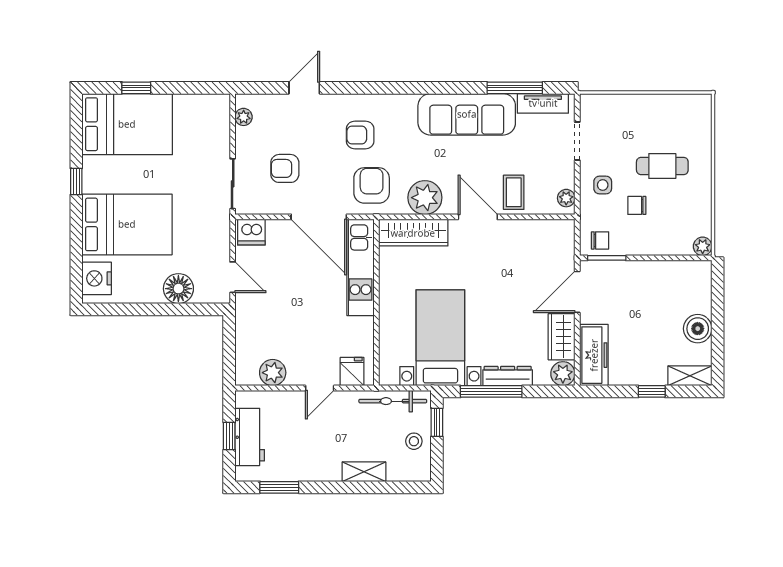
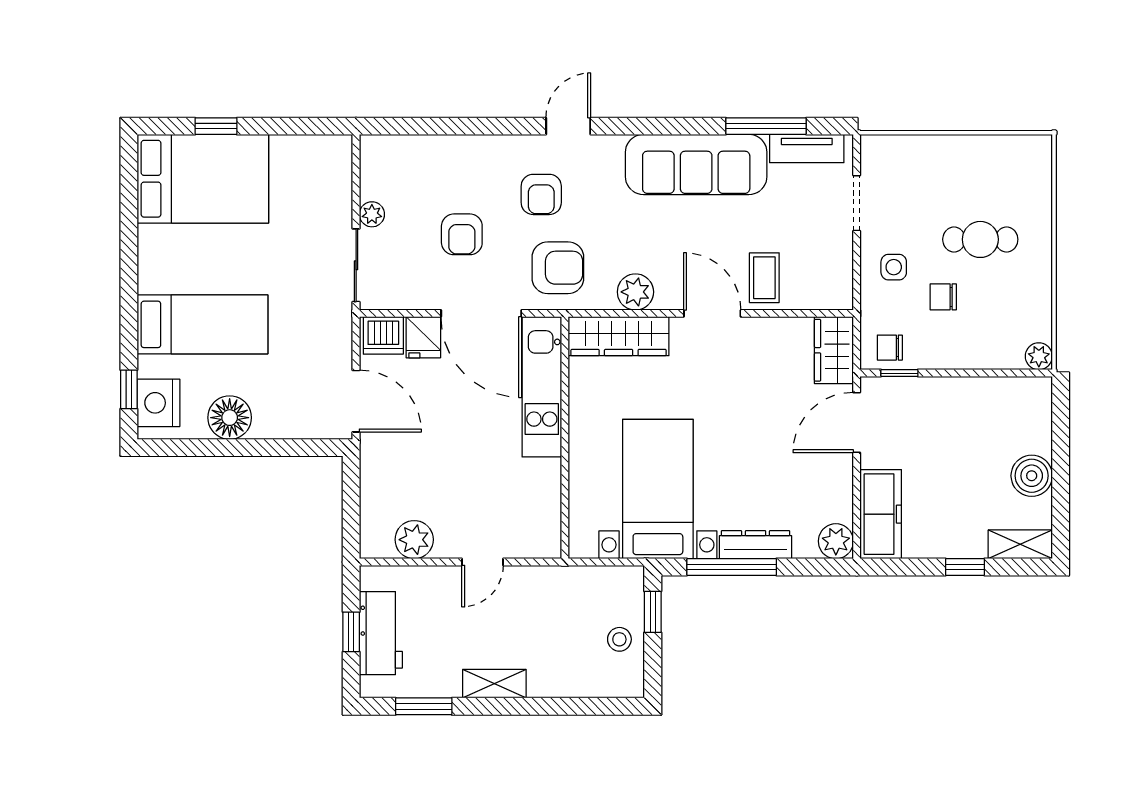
door: (304, 88) -> (568, 126), moved
plant: (244, 117) -> (372, 214), moved
armchair: (360, 135) -> (541, 194), turned -90
armchair: (285, 168) -> (462, 234), moved, turned -90
window: (76, 181) -> (129, 389), moved
armchair: (372, 185) -> (558, 268), turned 90
plant: (425, 198) -> (635, 292), width x0.73, depth x0.73
plant: (566, 198) -> (841, 286), removed
bed: (127, 224) -> (203, 324), width x0.67
chair: (600, 240) -> (890, 348), turned 180
window: (607, 258) -> (899, 373), width x0.67
door: (233, 277) -> (356, 401), width x1.38
floor lamp: (178, 289) -> (230, 418), moved
wardrobe: (562, 337) -> (834, 350), moved
fridge: (352, 372) -> (423, 337), moved, turned 180
bicycle: (393, 401) -> (589, 581), removed
shelving: (364, 472) -> (494, 684), moved

